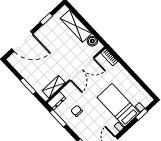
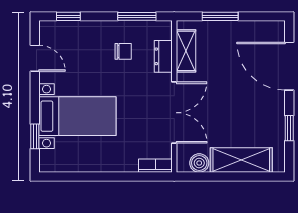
door: (22, 41) -> (289, 66), hinge flipped
double door: (82, 69) -> (174, 113), swing flipped
dresser: (57, 101) -> (163, 56), moved

